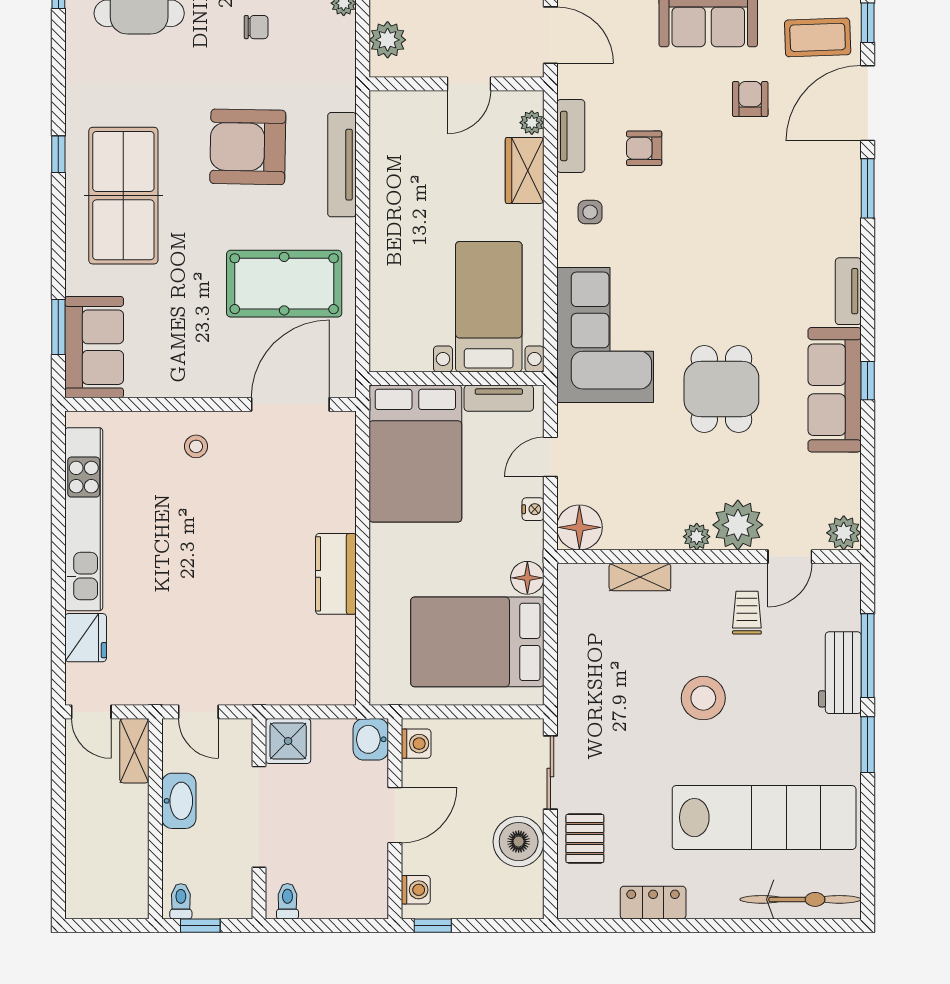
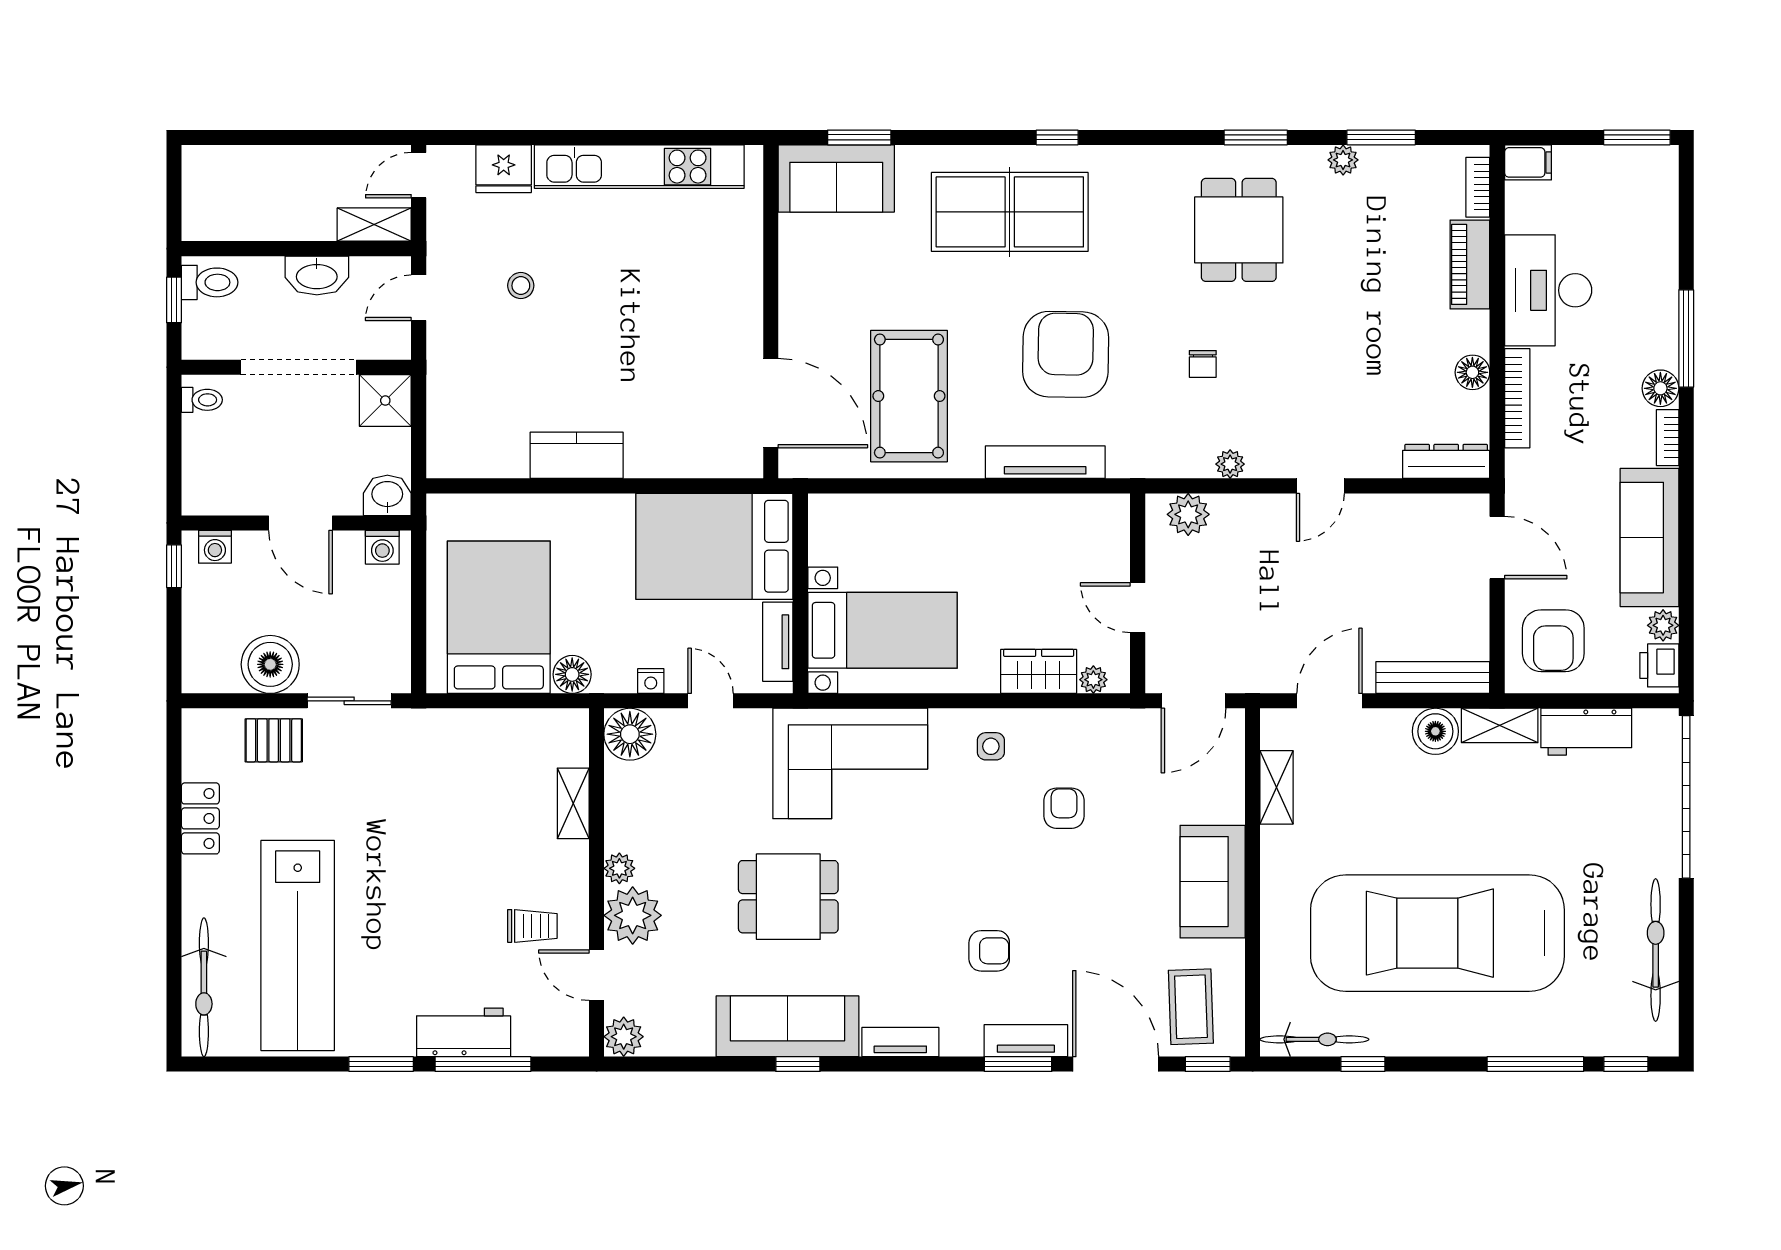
armchair: (750, 99) -> (989, 951), moved
tv unit: (571, 136) -> (1026, 1041), moved, turned 180
stool: (196, 446) -> (521, 286), moved
stool: (703, 698) -> (435, 876), removed
toilet: (181, 901) -> (210, 282), width x1.37, depth x1.39

